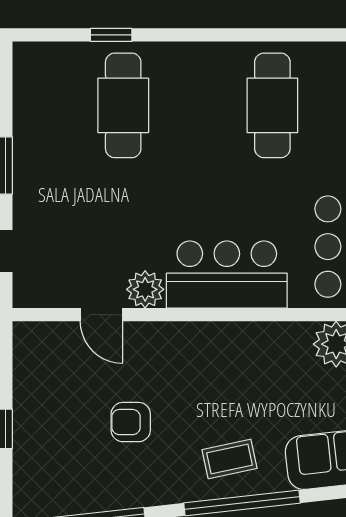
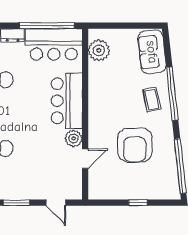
armchair: (131, 422) -> (135, 145), width x1.88, depth x1.88

